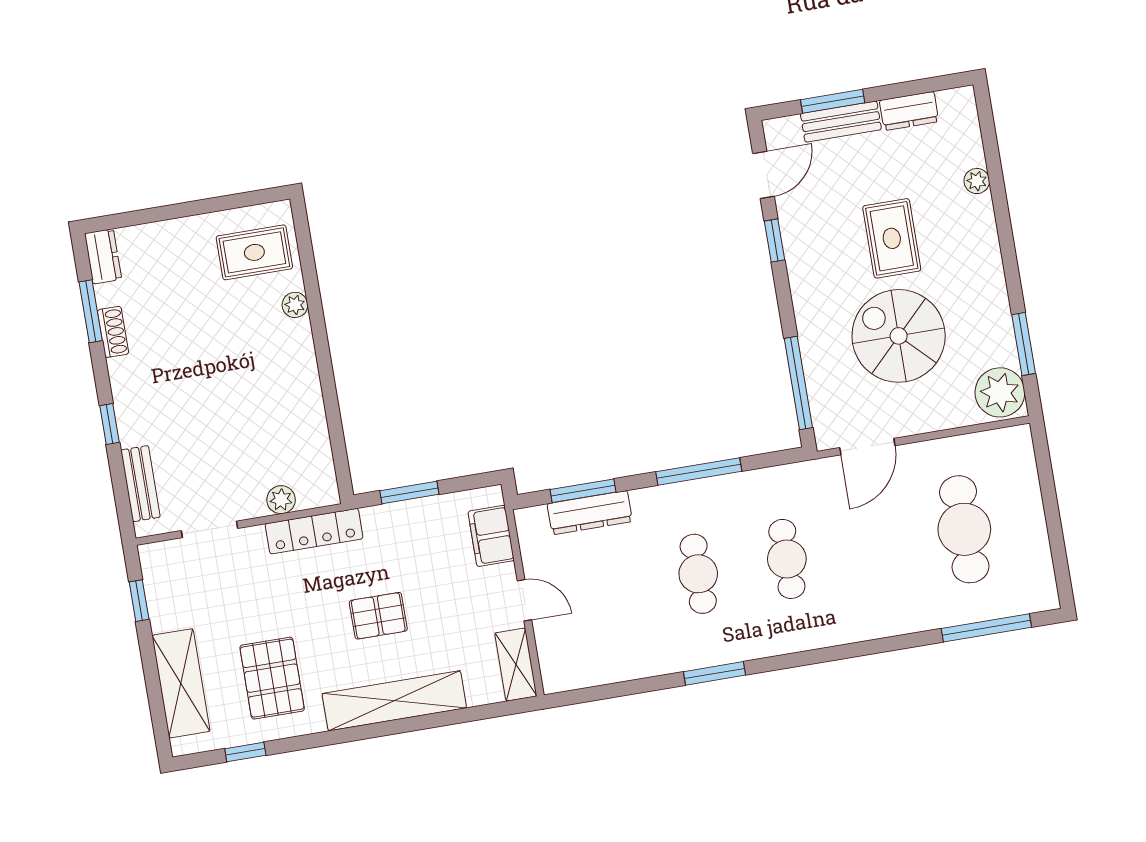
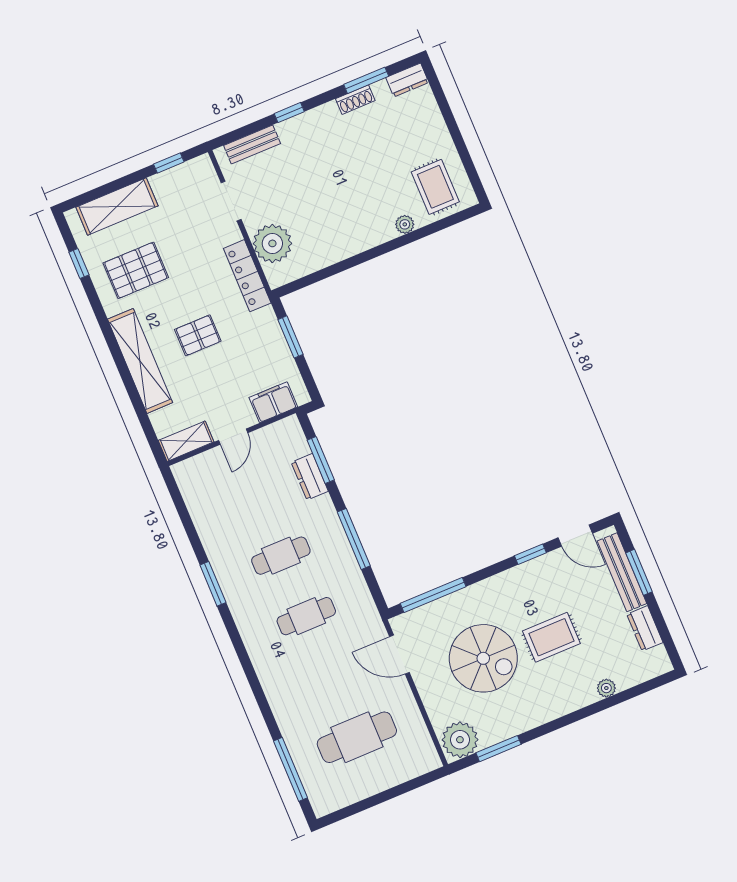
bench: (841, 122) -> (622, 572), width x1.36
spiral stairs: (899, 336) -> (483, 658), turned 90
plant: (281, 500) -> (272, 243), width x1.88, depth x1.88
dresser: (590, 513) -> (310, 477), width x0.70
pallet: (378, 616) -> (198, 335), turned 90

